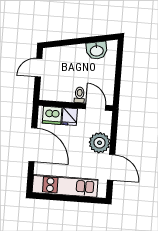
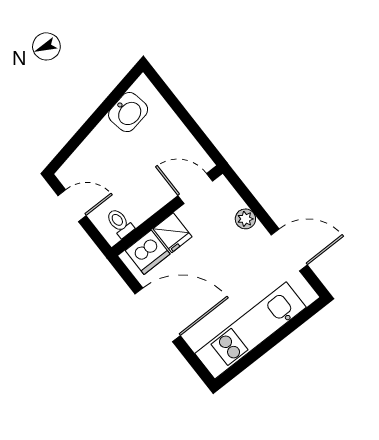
door: (39, 68) -> (72, 206), swing flipped
toilet: (80, 95) -> (120, 223), moved
plant: (100, 143) -> (245, 219), width x0.53, depth x0.53

